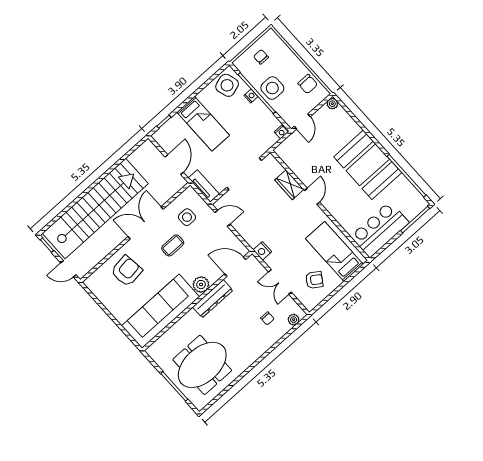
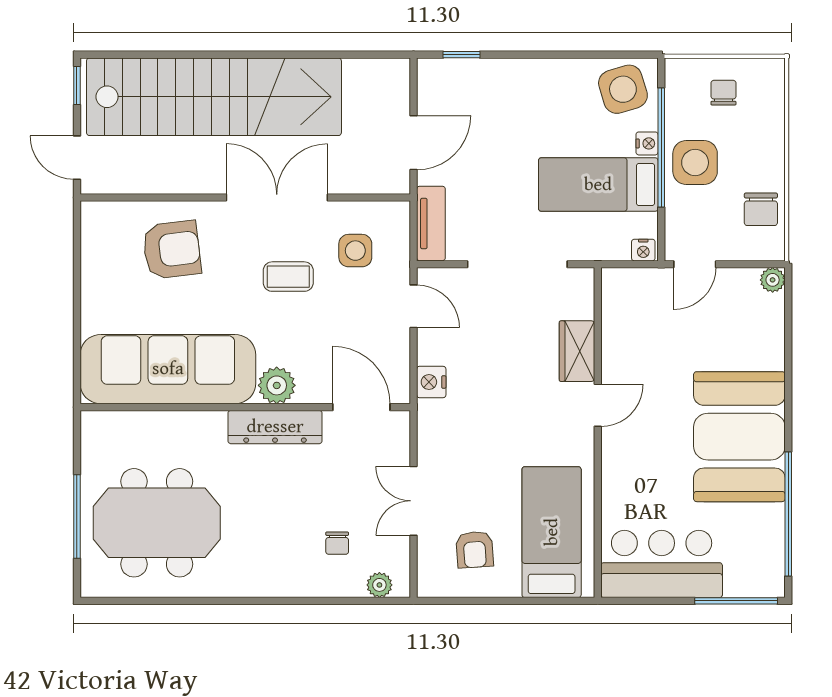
bed: (203, 124) -> (598, 185), moved, turned 90
nightstand: (262, 251) -> (431, 382), moved
armchair: (314, 280) -> (475, 550), turned 52

